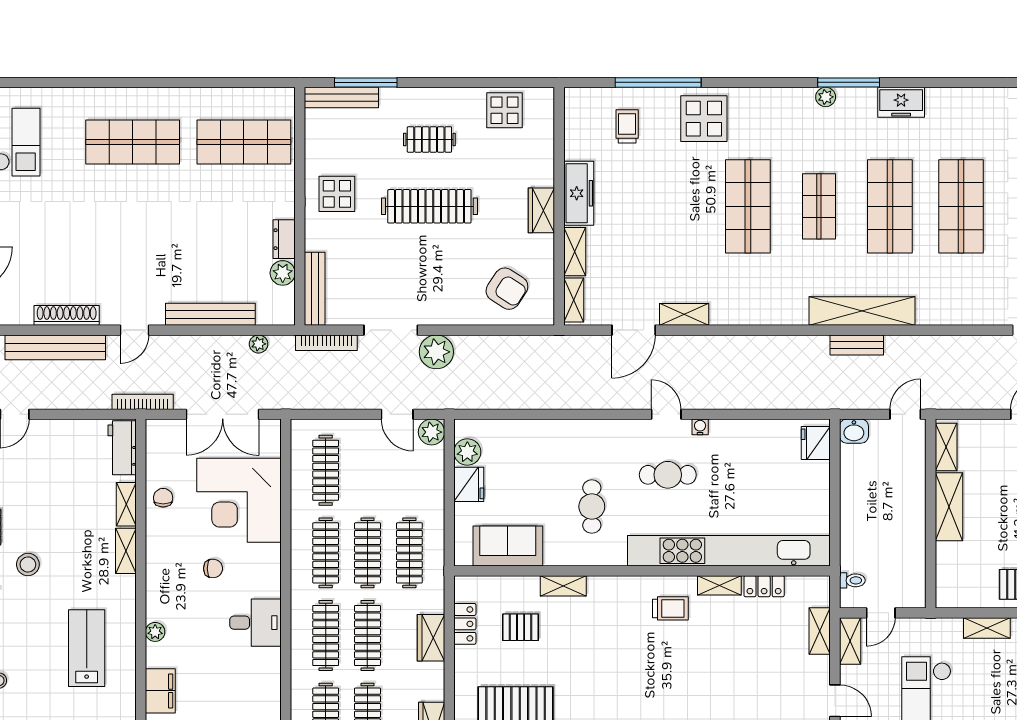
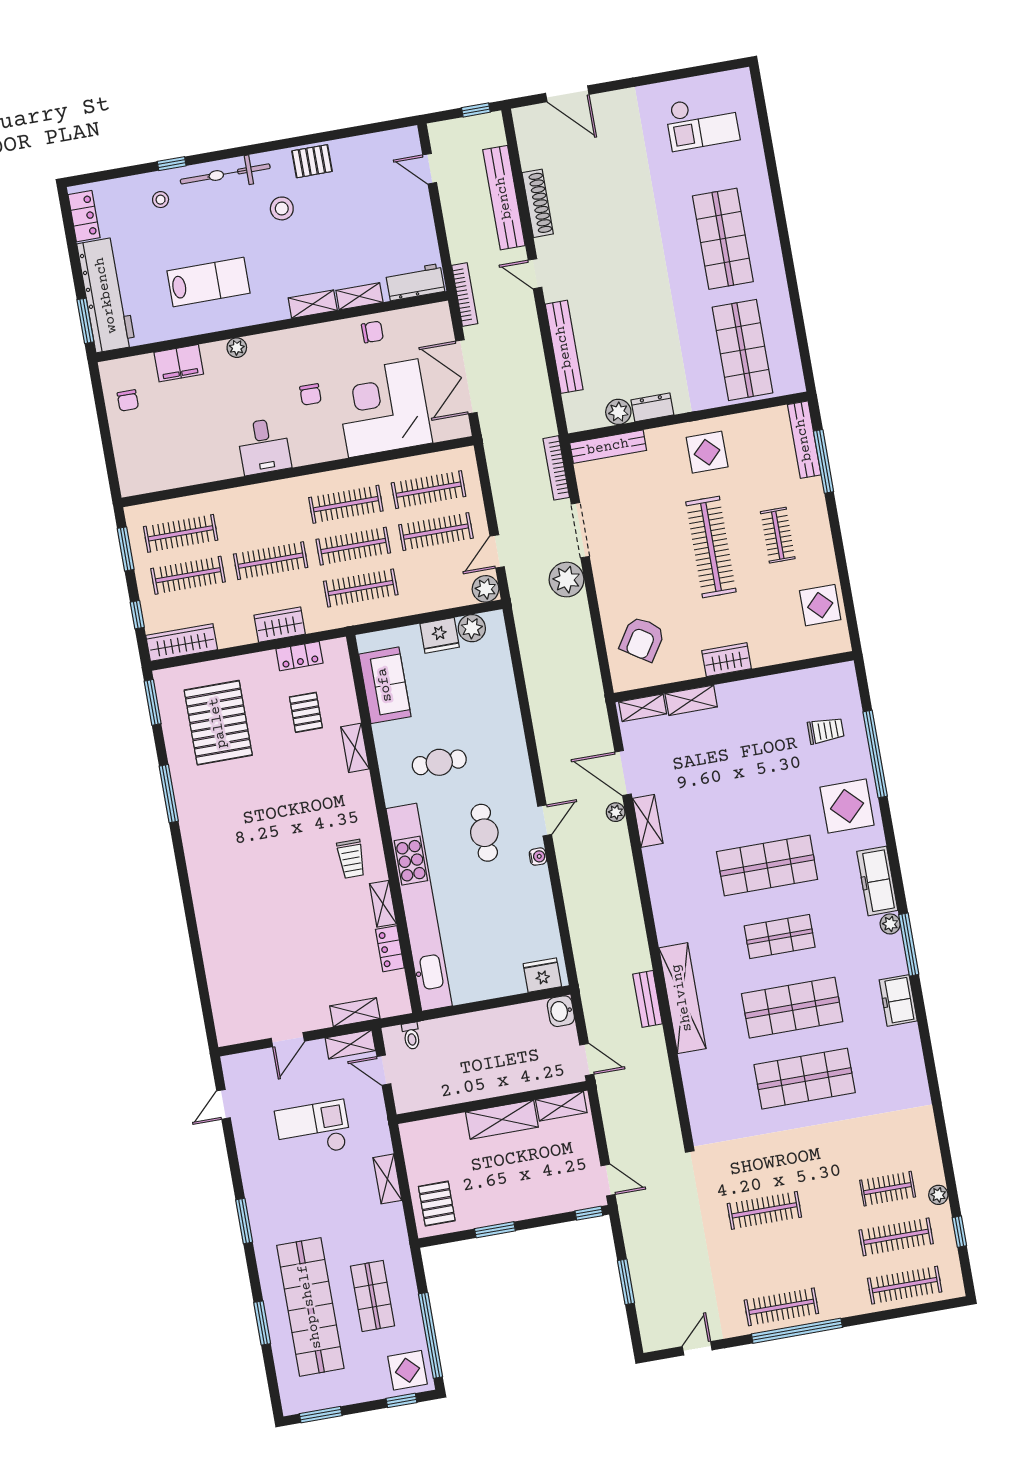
freezer: (579, 193) -> (877, 881), moved, turned 90
plant: (259, 344) -> (616, 812), moved
clothes rail: (326, 636) -> (436, 532), moved

